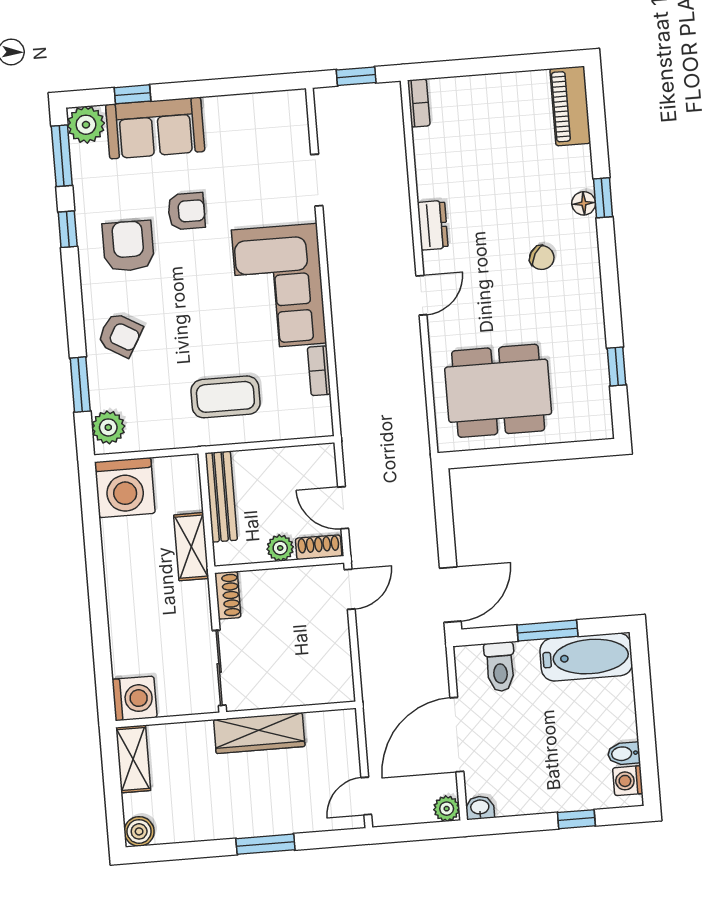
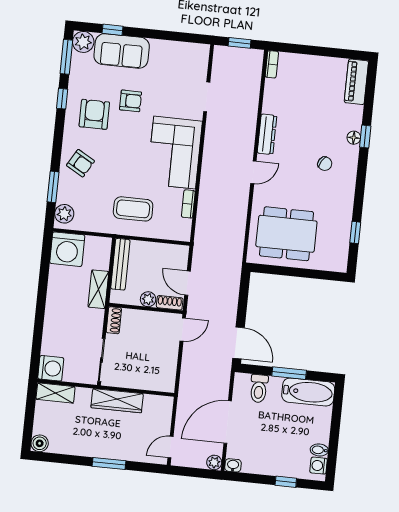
dresser: (433, 225) -> (267, 134), width x1.44
door: (450, 595) -> (239, 343), hinge flipped
shelving: (133, 759) -> (56, 393), moved, turned 90

